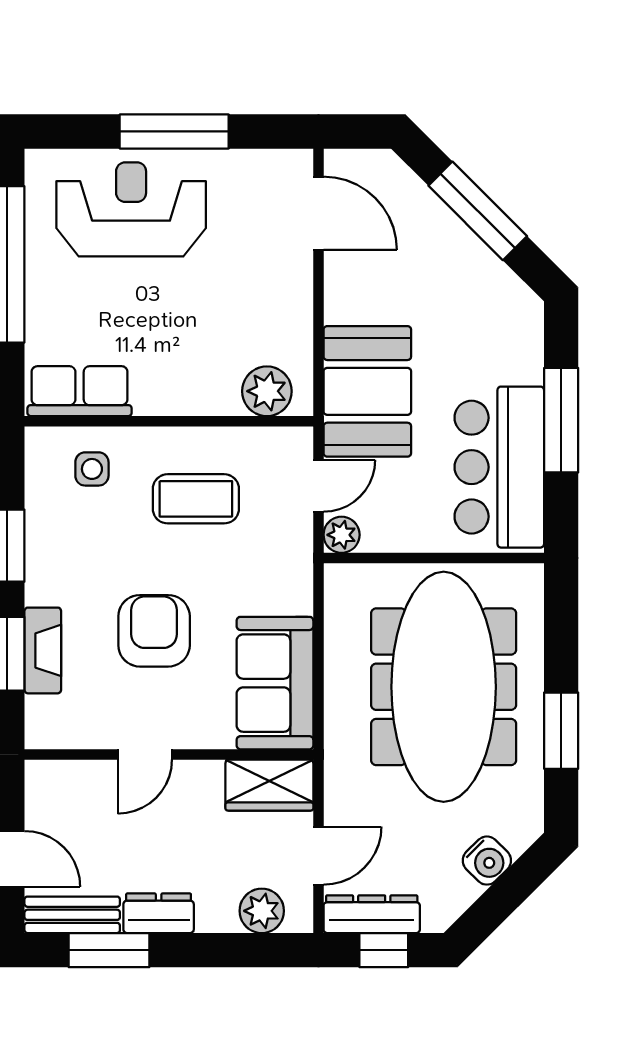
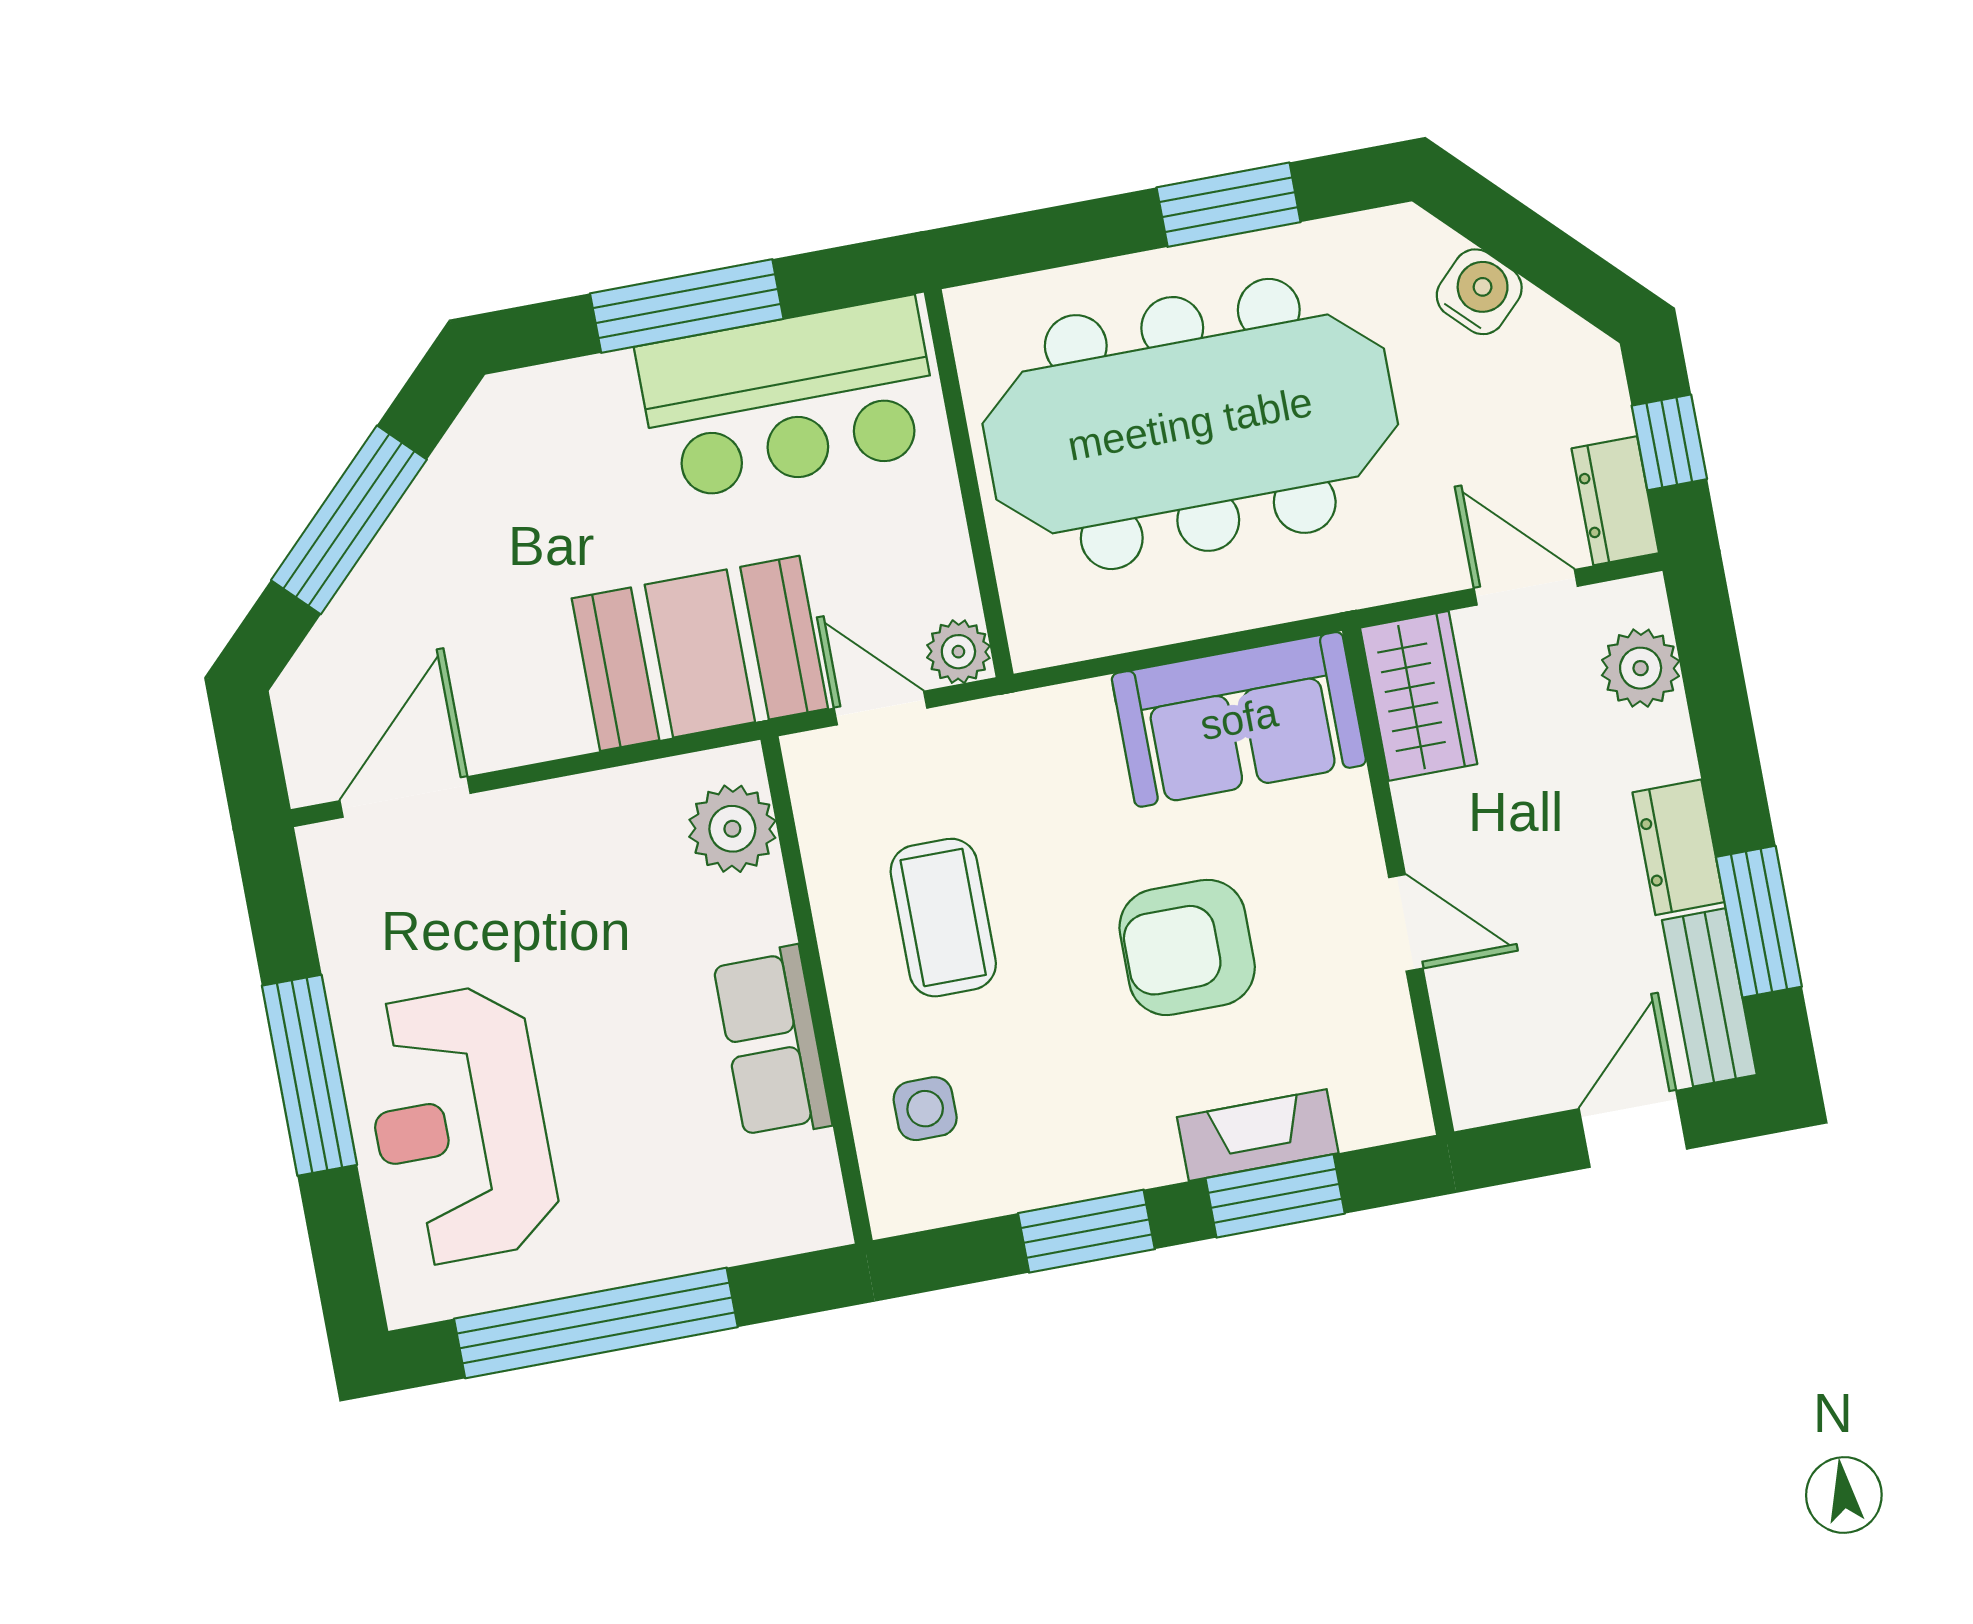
row of seats: (80, 391) -> (772, 1043), moved
dresser: (372, 914) -> (1615, 501), width x0.70

